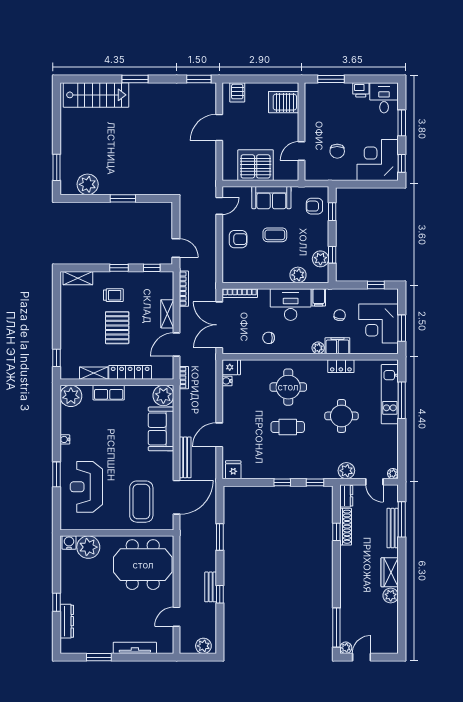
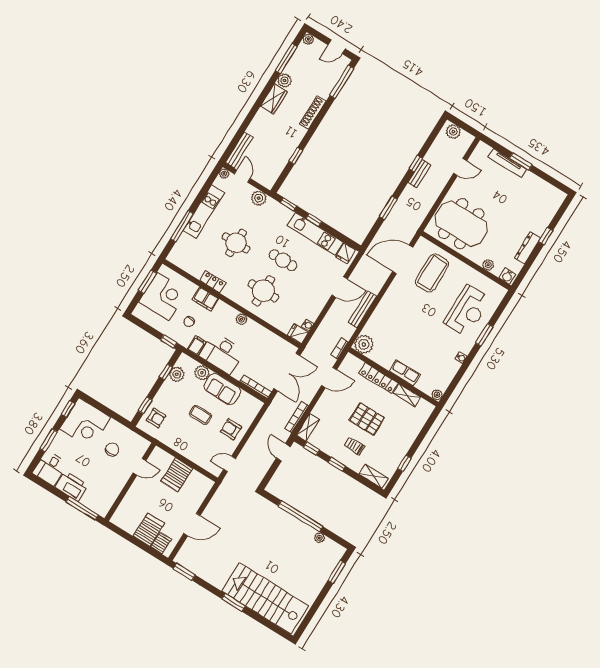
window: (331, 79) -> (82, 508), width x1.44
printer: (361, 90) -> (71, 486), width x1.87, depth x1.48
stairs: (96, 95) -> (265, 598), width x1.36, depth x1.51
server rack: (284, 102) -> (149, 530), moved, turned -90
server rack: (256, 165) -> (177, 475), width x0.62
plant: (88, 184) -> (319, 538), width x0.53, depth x0.53
window: (123, 198) -> (300, 516), width x2.11
sofa: (271, 198) -> (222, 389), moved, turned 180
window: (376, 285) -> (169, 341), moved
shelving: (167, 314) -> (308, 427), moved
pallet: (117, 328) -> (367, 419), turned 90
chair: (269, 338) -> (255, 338), removed
plant: (318, 348) -> (241, 319), moved
window: (57, 358) -> (404, 463), moved
kitchen unit: (390, 394) -> (204, 212), moved
plant: (71, 396) -> (437, 395), width x0.53, depth x0.53
sofa: (161, 429) -> (382, 320), removed
bench: (185, 457) -> (362, 309), moved
kitchen unit: (273, 470) -> (315, 234), added
dresser: (346, 496) -> (271, 179), removed
window: (402, 519) -> (286, 59), moved
shoe rack: (346, 527) -> (313, 112), moved
bench: (393, 528) -> (239, 150), moved
plant: (88, 547) -> (488, 265), width x0.53, depth x0.53
dresser: (67, 621) -> (528, 248), moved
plant: (346, 648) -> (308, 39), moved
window: (99, 657) -> (521, 162), moved

